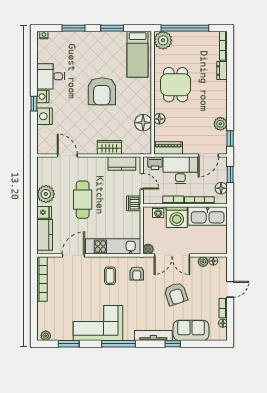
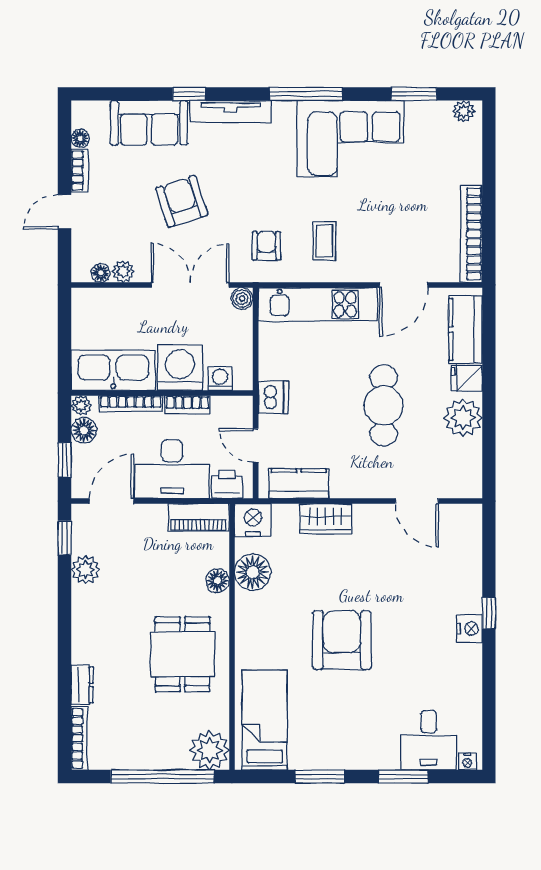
desk: (51, 76) -> (429, 740), moved, turned 90
nightstand: (45, 116) -> (253, 520), moved, turned -90
plant: (222, 200) -> (81, 406), added

